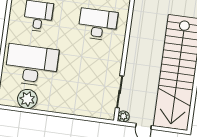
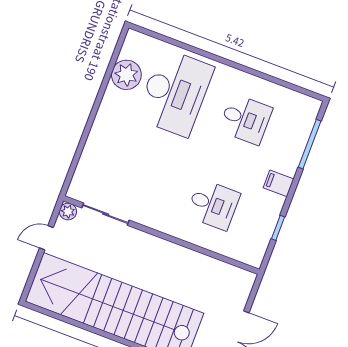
desk: (98, 24) -> (213, 205), width x0.73

